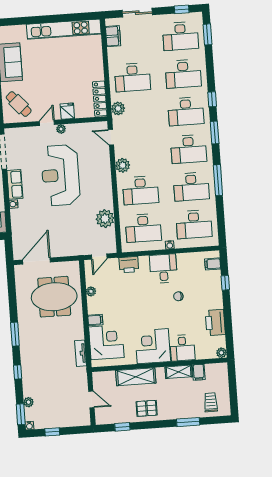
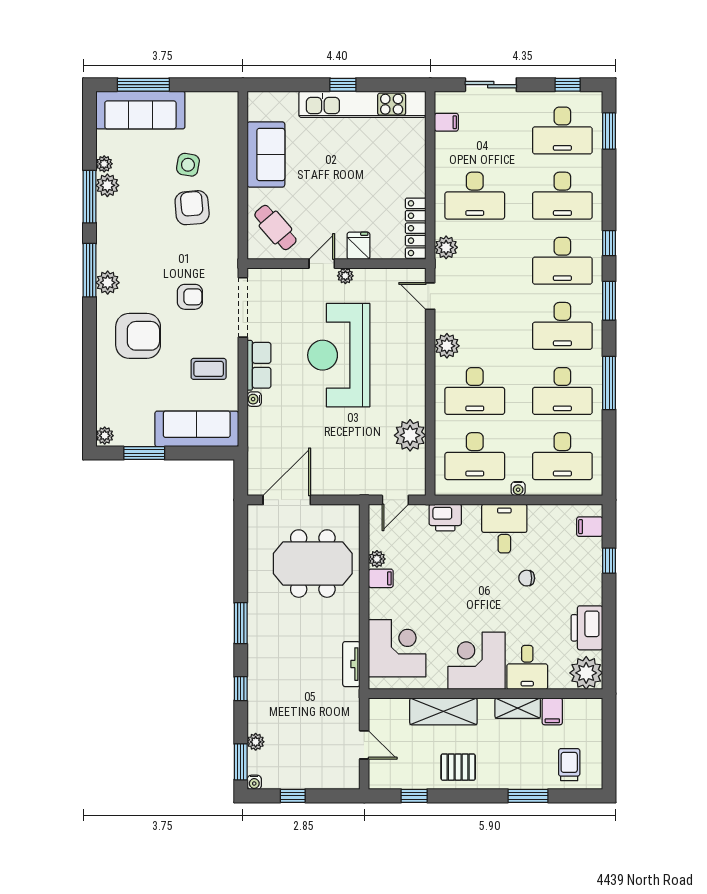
window: (52, 19) -> (343, 85), added
filing cabinet: (113, 36) -> (446, 122), width x0.50
filing cabinet: (95, 320) -> (381, 578), moved
plant: (221, 353) -> (586, 673), width x1.87, depth x1.87

